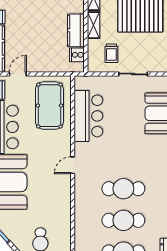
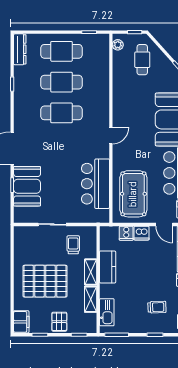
cooker: (77, 55) -> (126, 233), moved, turned 90
dishwasher: (41, 65) -> (141, 233), added
door: (18, 74) -> (164, 224), hinge flipped

